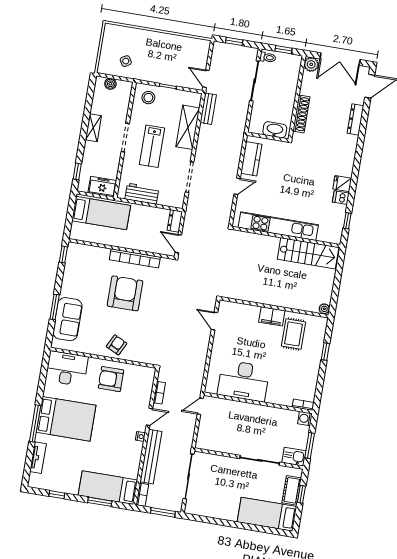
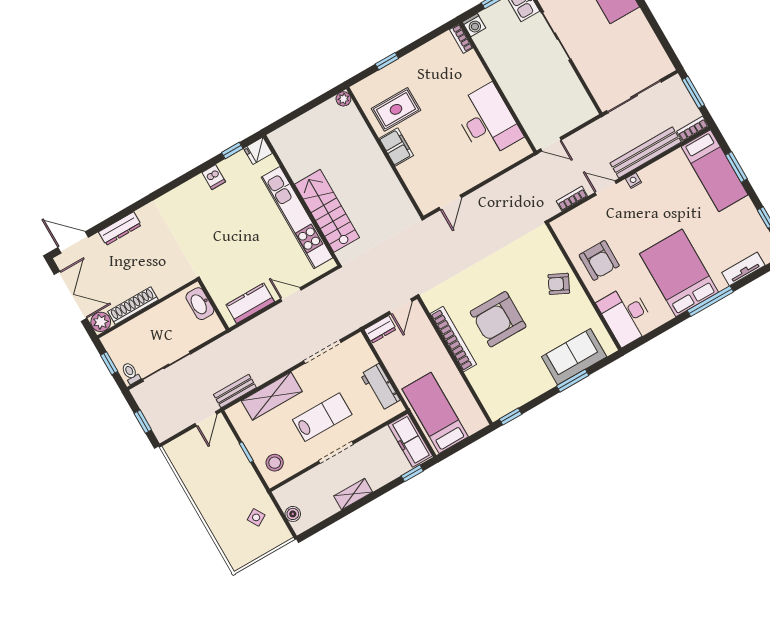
shoe rack: (301, 114) -> (133, 306), moved
fridge: (342, 184) -> (258, 151), moved, turned 90
freezer: (102, 187) -> (410, 440), width x1.40
stairs: (308, 253) -> (327, 211), moved

